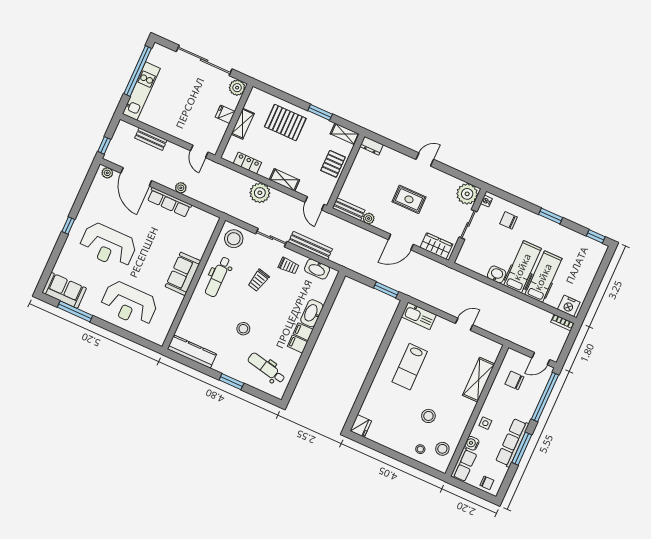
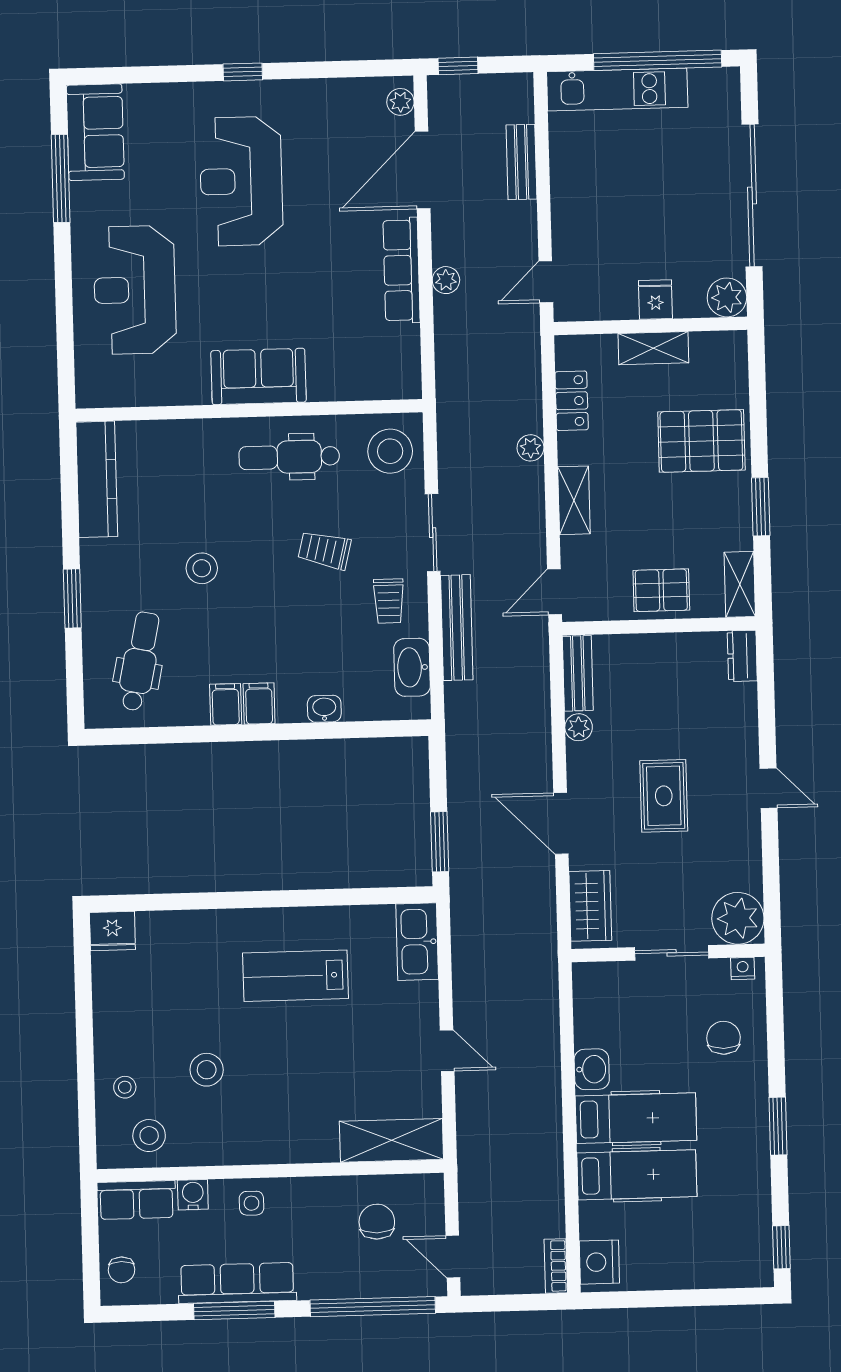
pallet: (285, 123) -> (701, 441), turned 90
plant: (260, 193) -> (530, 448), width x0.53, depth x0.53
washbasin: (312, 313) -> (324, 709), width x0.52, depth x0.69
shelving: (479, 380) -> (391, 1140), moved

